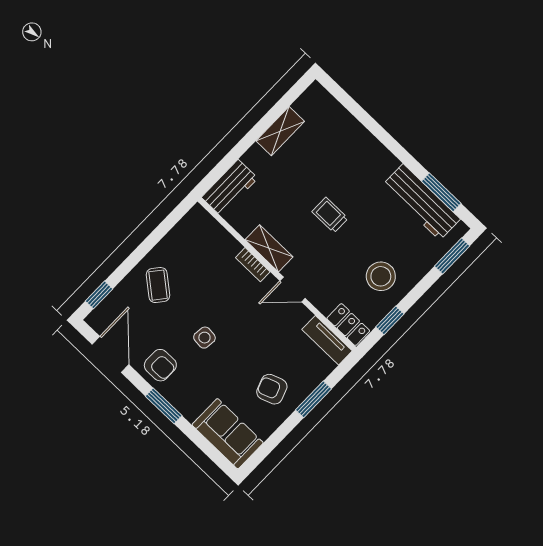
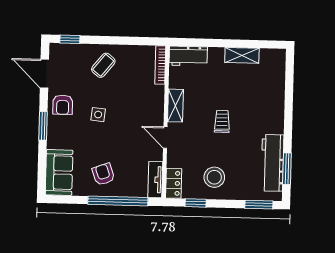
bookcase: (253, 265) -> (160, 65), moved, width x1.56
door: (110, 354) -> (44, 74), swing flipped
window: (313, 399) -> (118, 201), width x2.11

